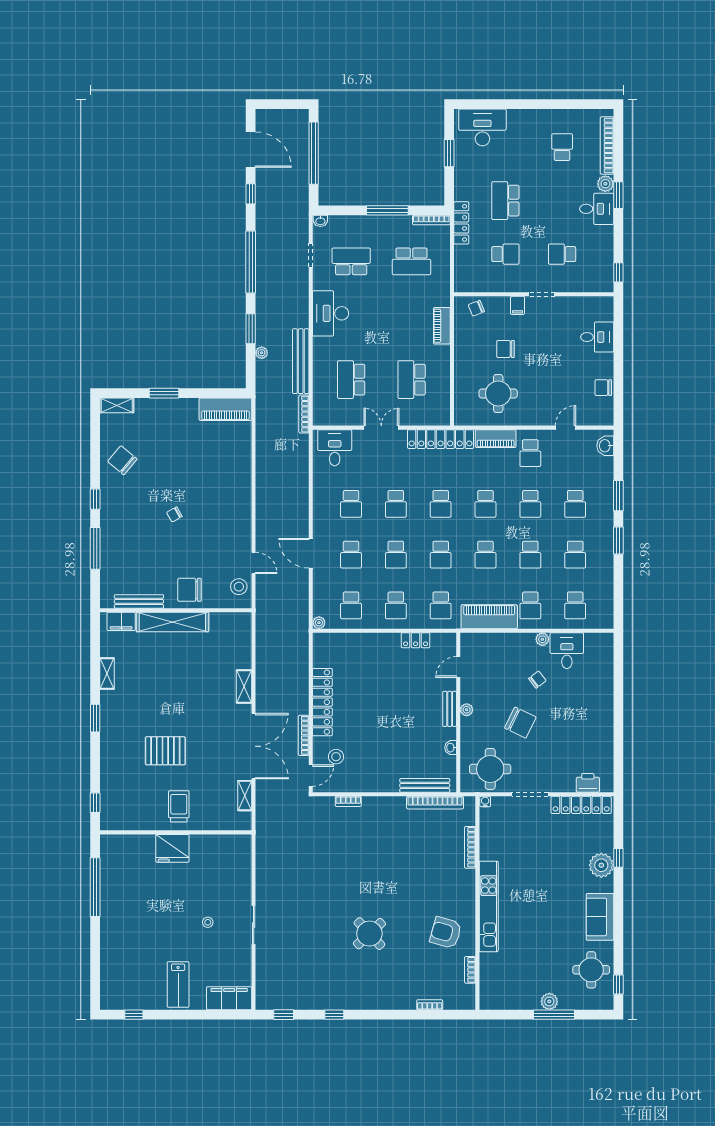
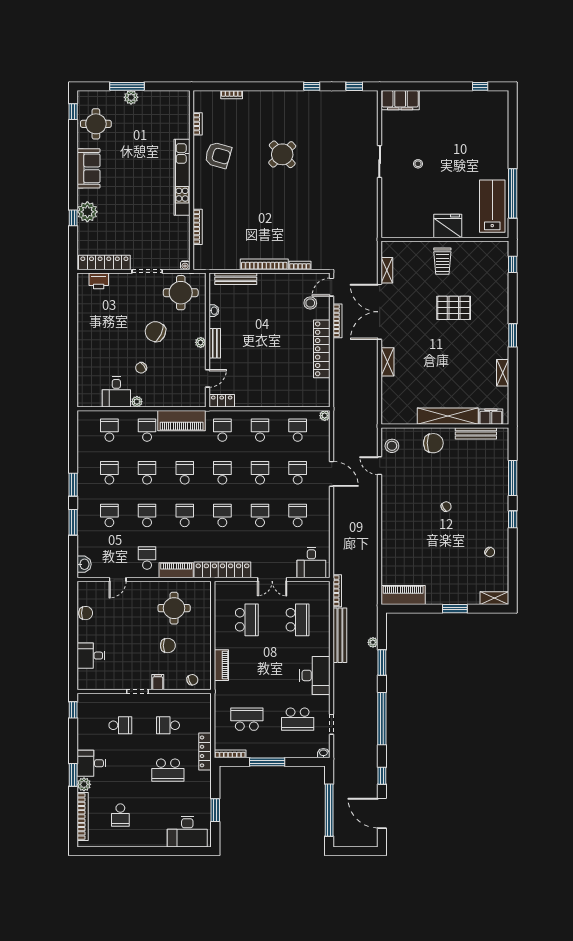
school desk: (505, 201) -> (168, 770), turned 90
chair: (122, 460) -> (490, 552), width x0.54, depth x0.54
locker: (416, 640) -> (222, 401), moved
bookcase: (435, 803) -> (264, 264), moved
lab bench: (178, 984) -> (492, 206), moved, width x1.36, depth x1.39

